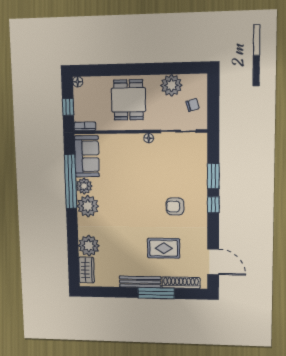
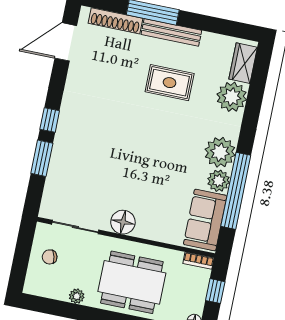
plant: (171, 85) -> (77, 296), width x0.53, depth x0.53
dining table: (128, 100) -> (132, 282), width x1.38
floor lamp: (149, 138) -> (123, 222), width x1.89, depth x1.89
armchair: (175, 206) -> (101, 128), removed
rug: (164, 248) -> (170, 83), moved
door: (213, 262) -> (66, 42), hinge flipped

